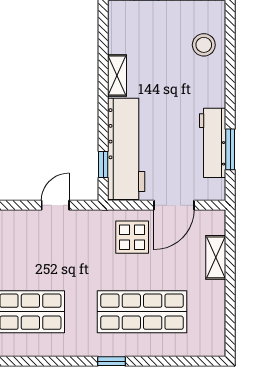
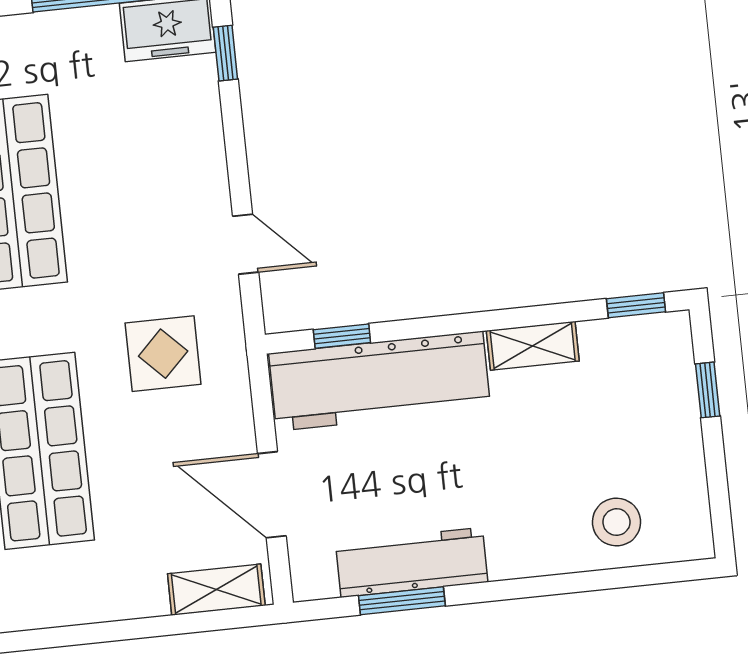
window: (103, 25) -> (636, 305), added
display table: (132, 237) -> (163, 354), moved
shelving: (216, 257) -> (216, 590), moved

